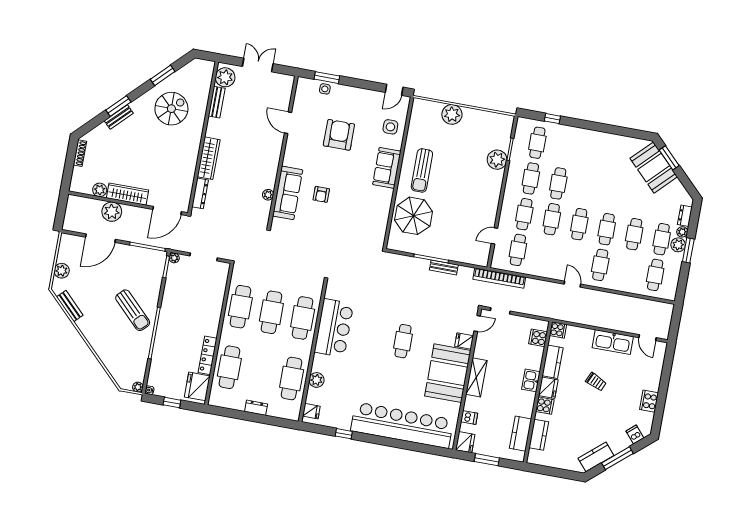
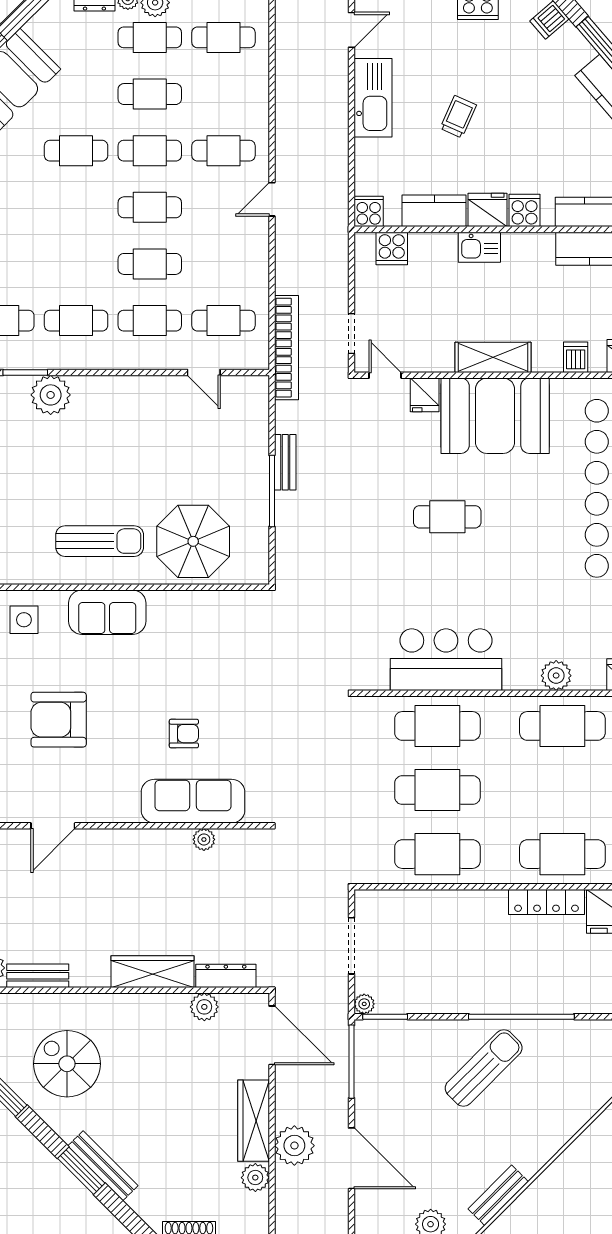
bench: (119, 117) -> (103, 1166), width x1.36
plant: (187, 180) -> (204, 1007), added
cafe table: (558, 183) -> (76, 151), moved

